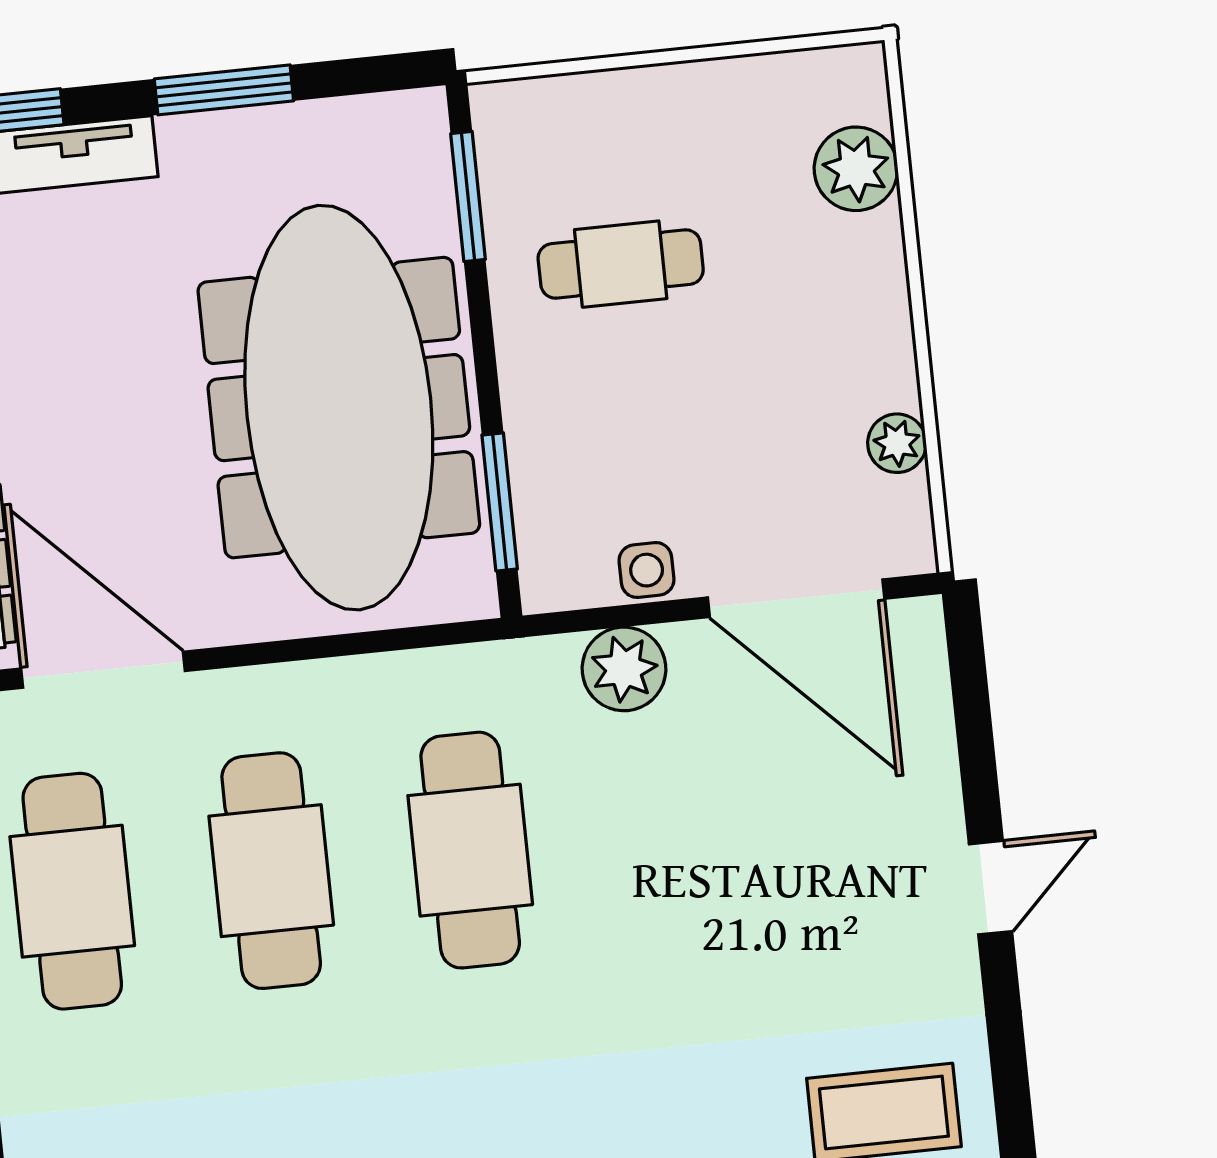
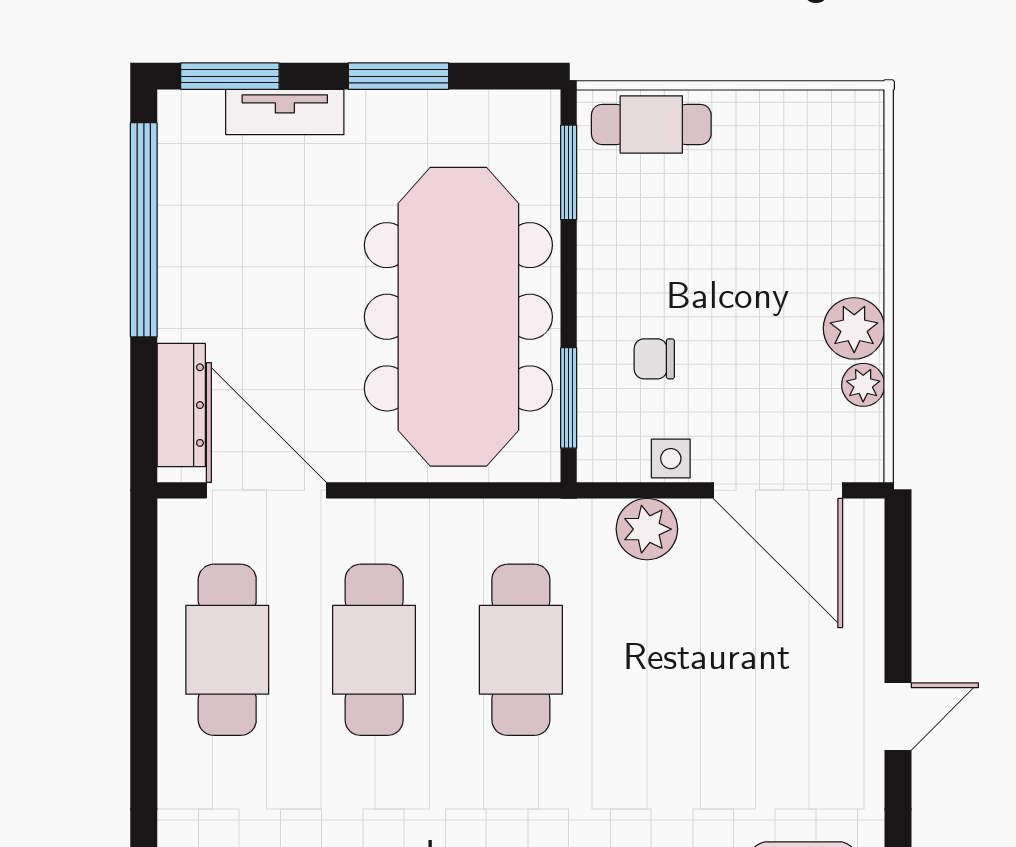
plant: (856, 169) -> (854, 328), moved
cafe table: (621, 264) -> (651, 124), moved
chair: (610, 437) -> (654, 359), added

